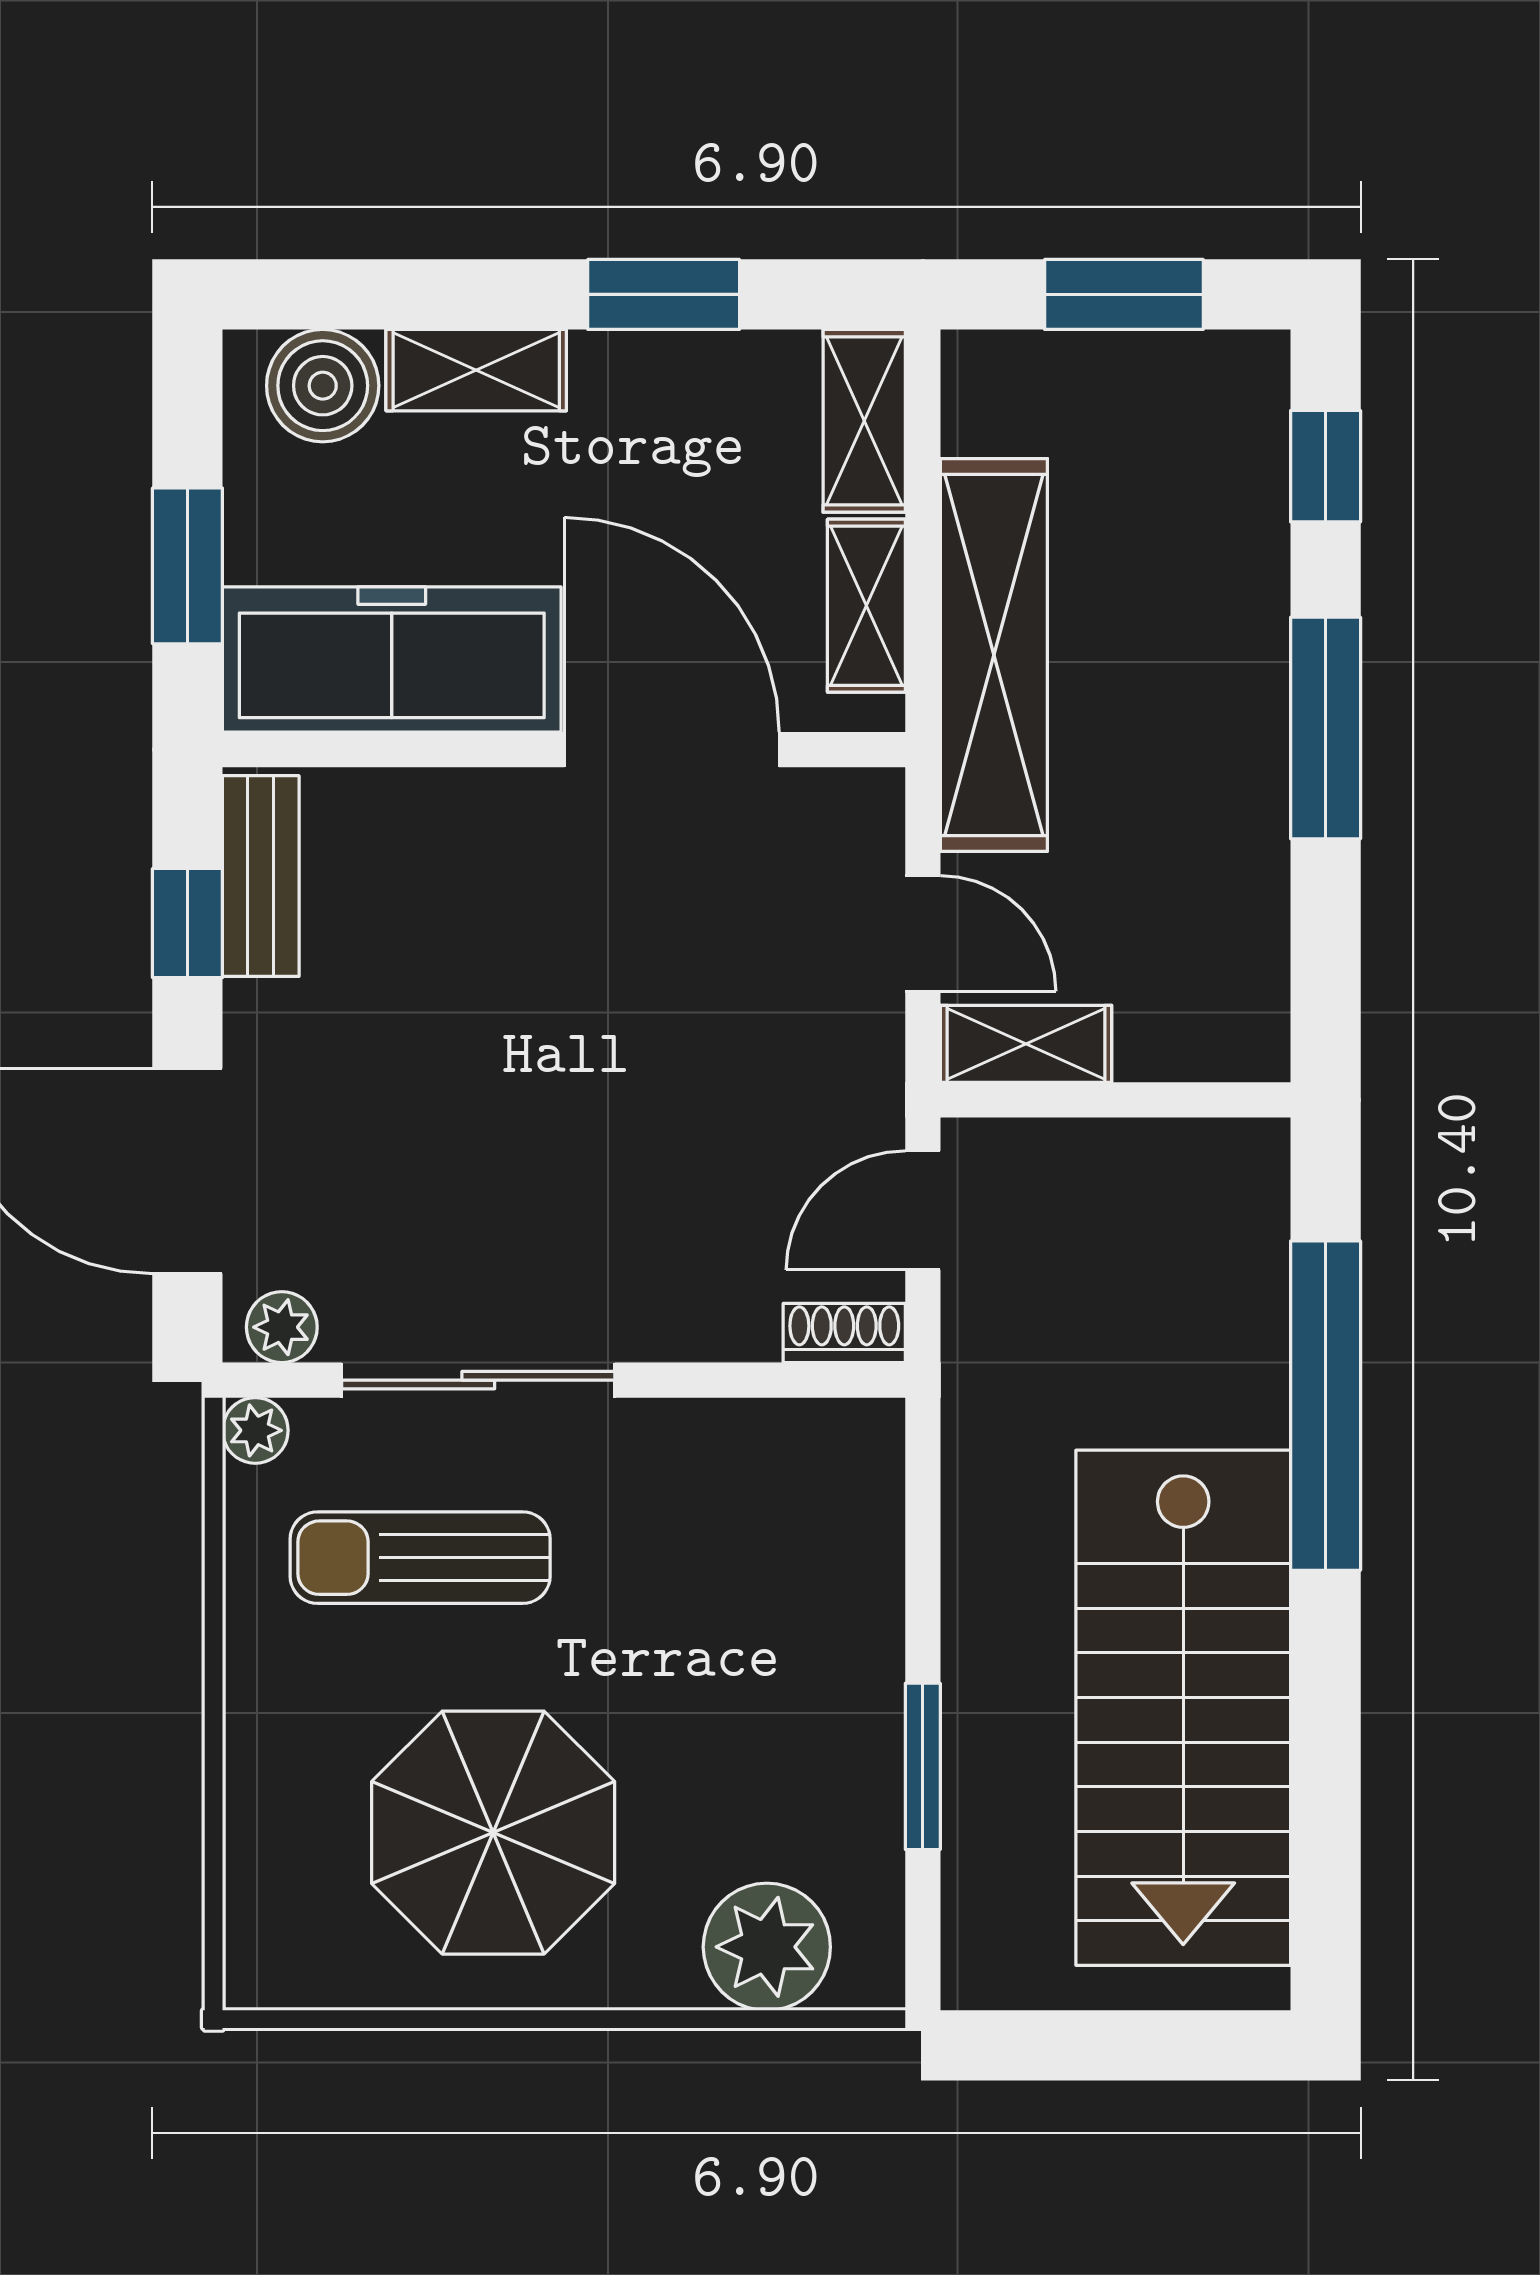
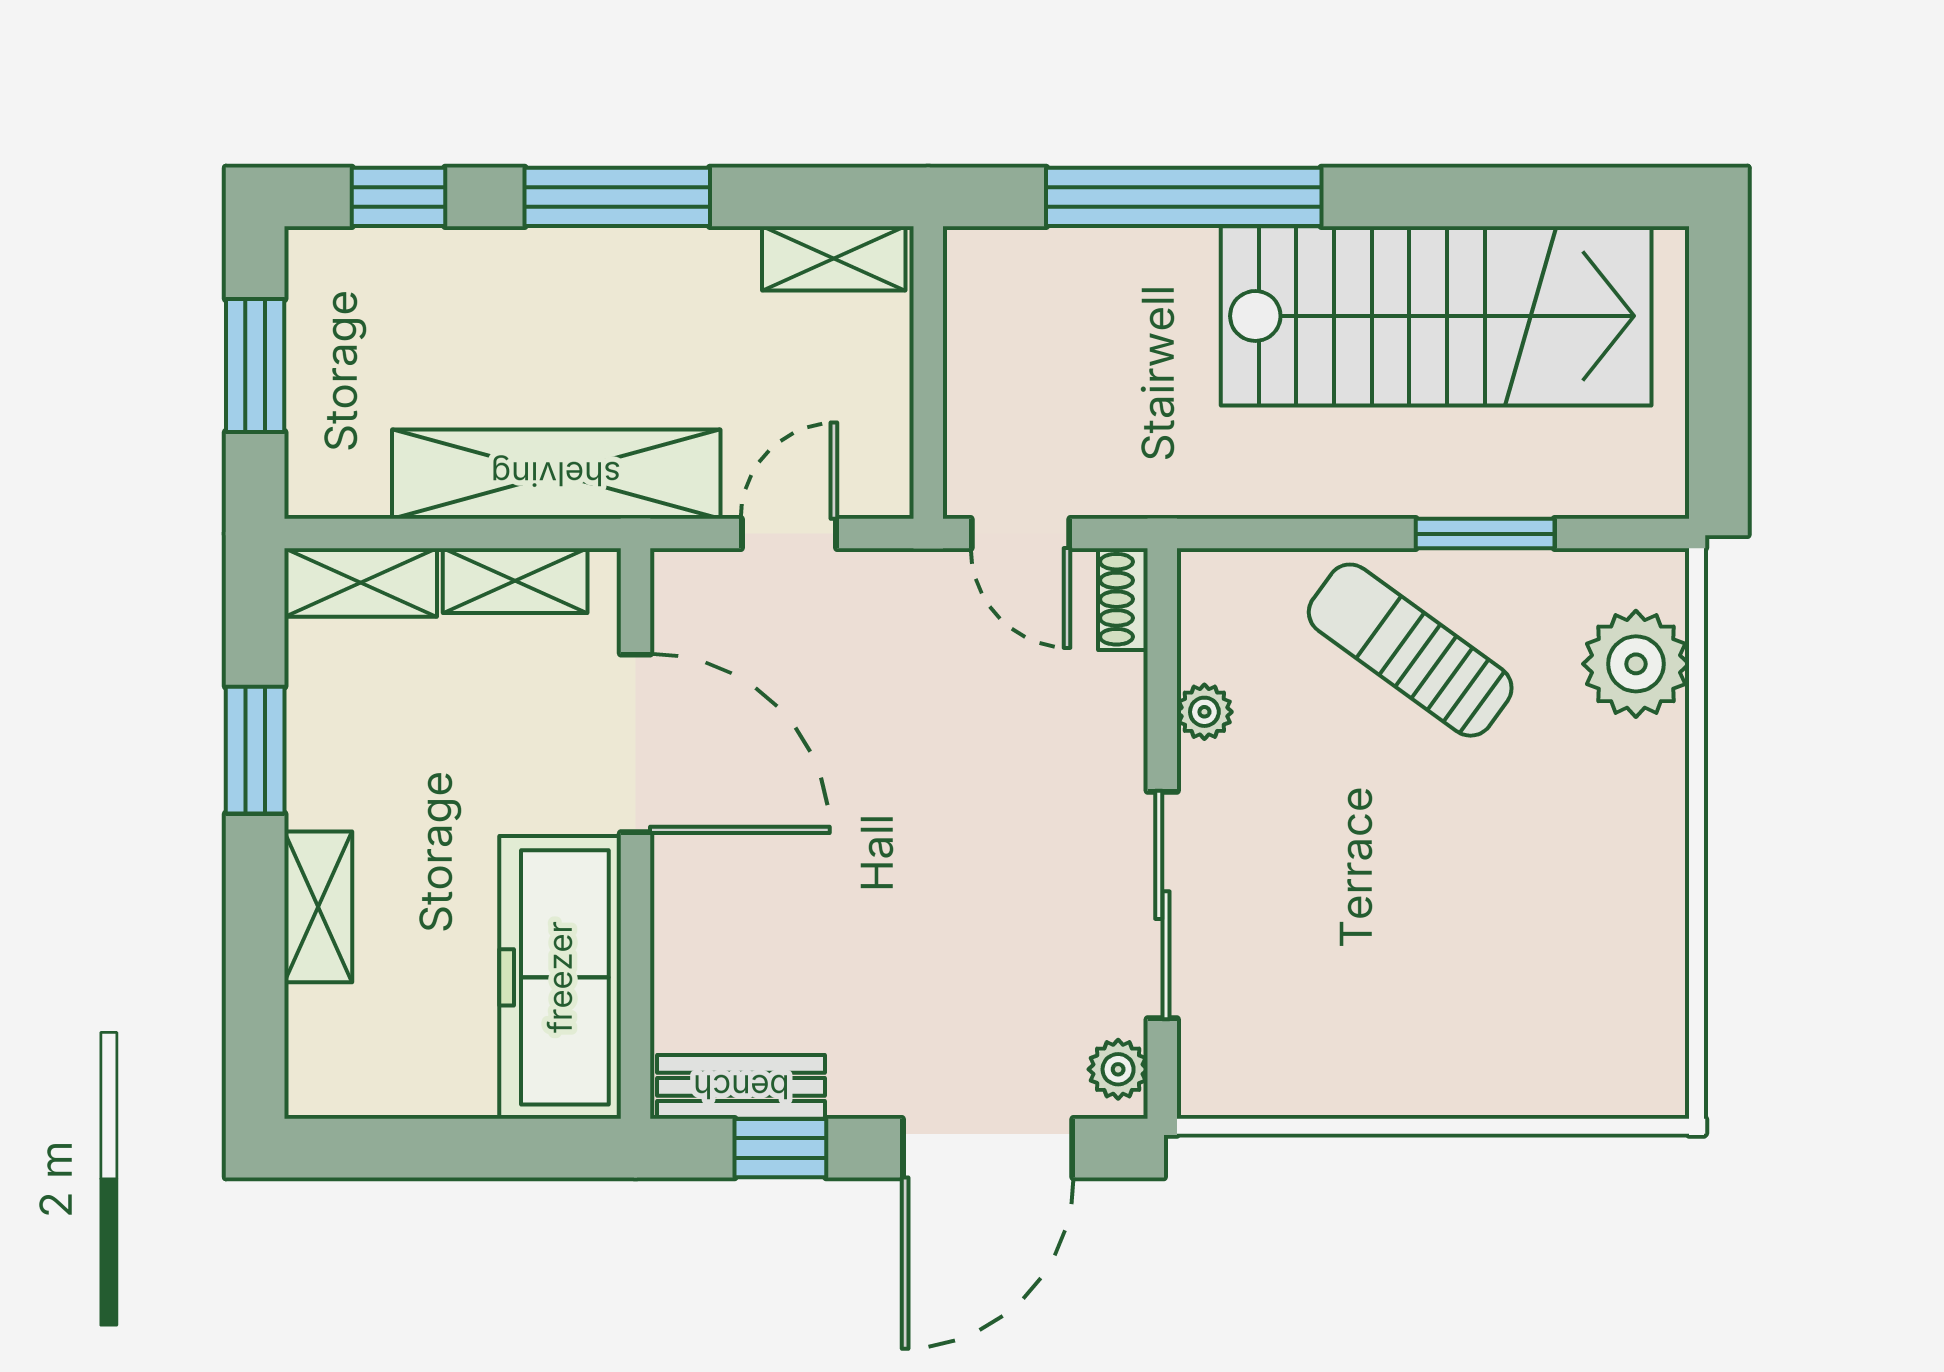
boiler: (323, 386) -> (331, 1035), removed
window: (187, 566) -> (482, 1148), removed
door: (672, 750) -> (636, 743), swing flipped
shelving: (1026, 1044) -> (834, 258), moved, turned 90
plant: (255, 1430) -> (1204, 712), moved
sun lounger: (420, 1558) -> (1410, 650), moved, turned 126
parasol: (493, 1833) -> (1540, 893), removed

